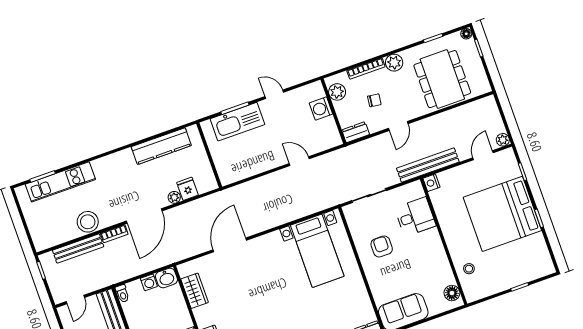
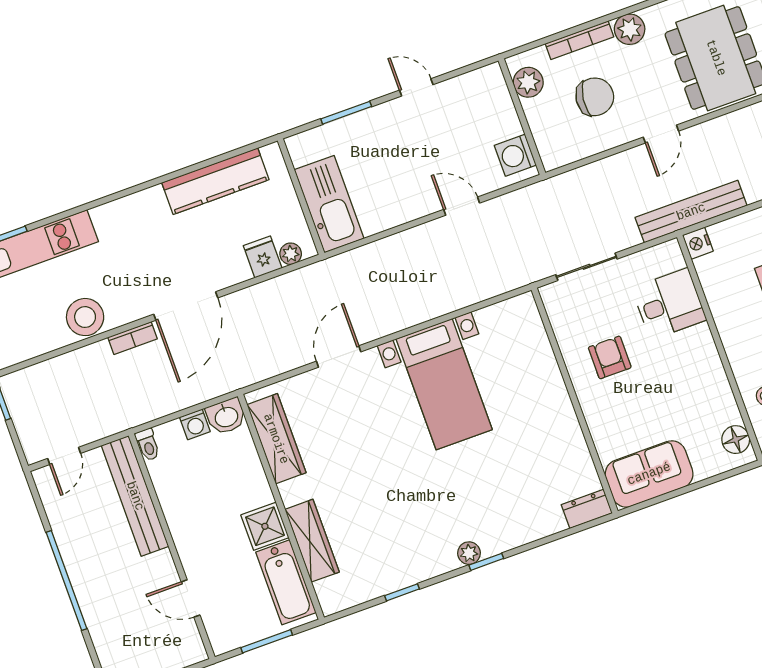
chair: (374, 100) -> (595, 97), width x1.87, depth x1.87
washing machine: (321, 108) -> (515, 155), moved
kitchen sink: (237, 122) -> (329, 204), moved, turned -90
door: (398, 126) -> (661, 134), moved
dresser: (356, 132) -> (562, 154), removed
plant: (174, 197) -> (291, 254), moved
door: (230, 245) -> (339, 357), width x0.73
bench: (78, 248) -> (68, 365), removed
bed with nightstands: (317, 251) -> (444, 384), moved
wardrobe: (195, 291) -> (276, 439), width x1.50

